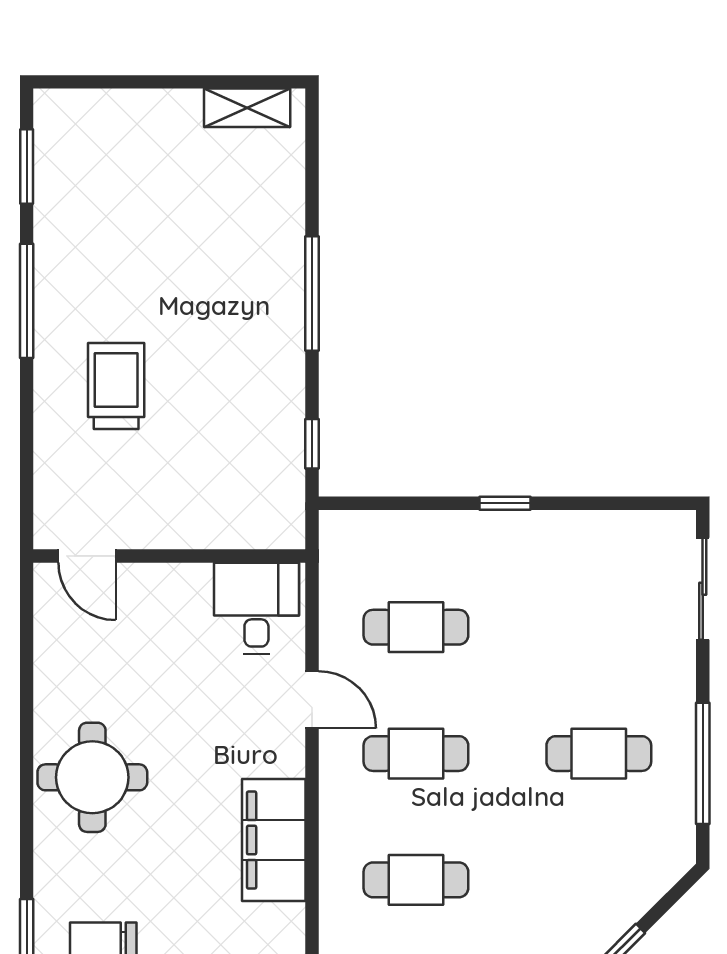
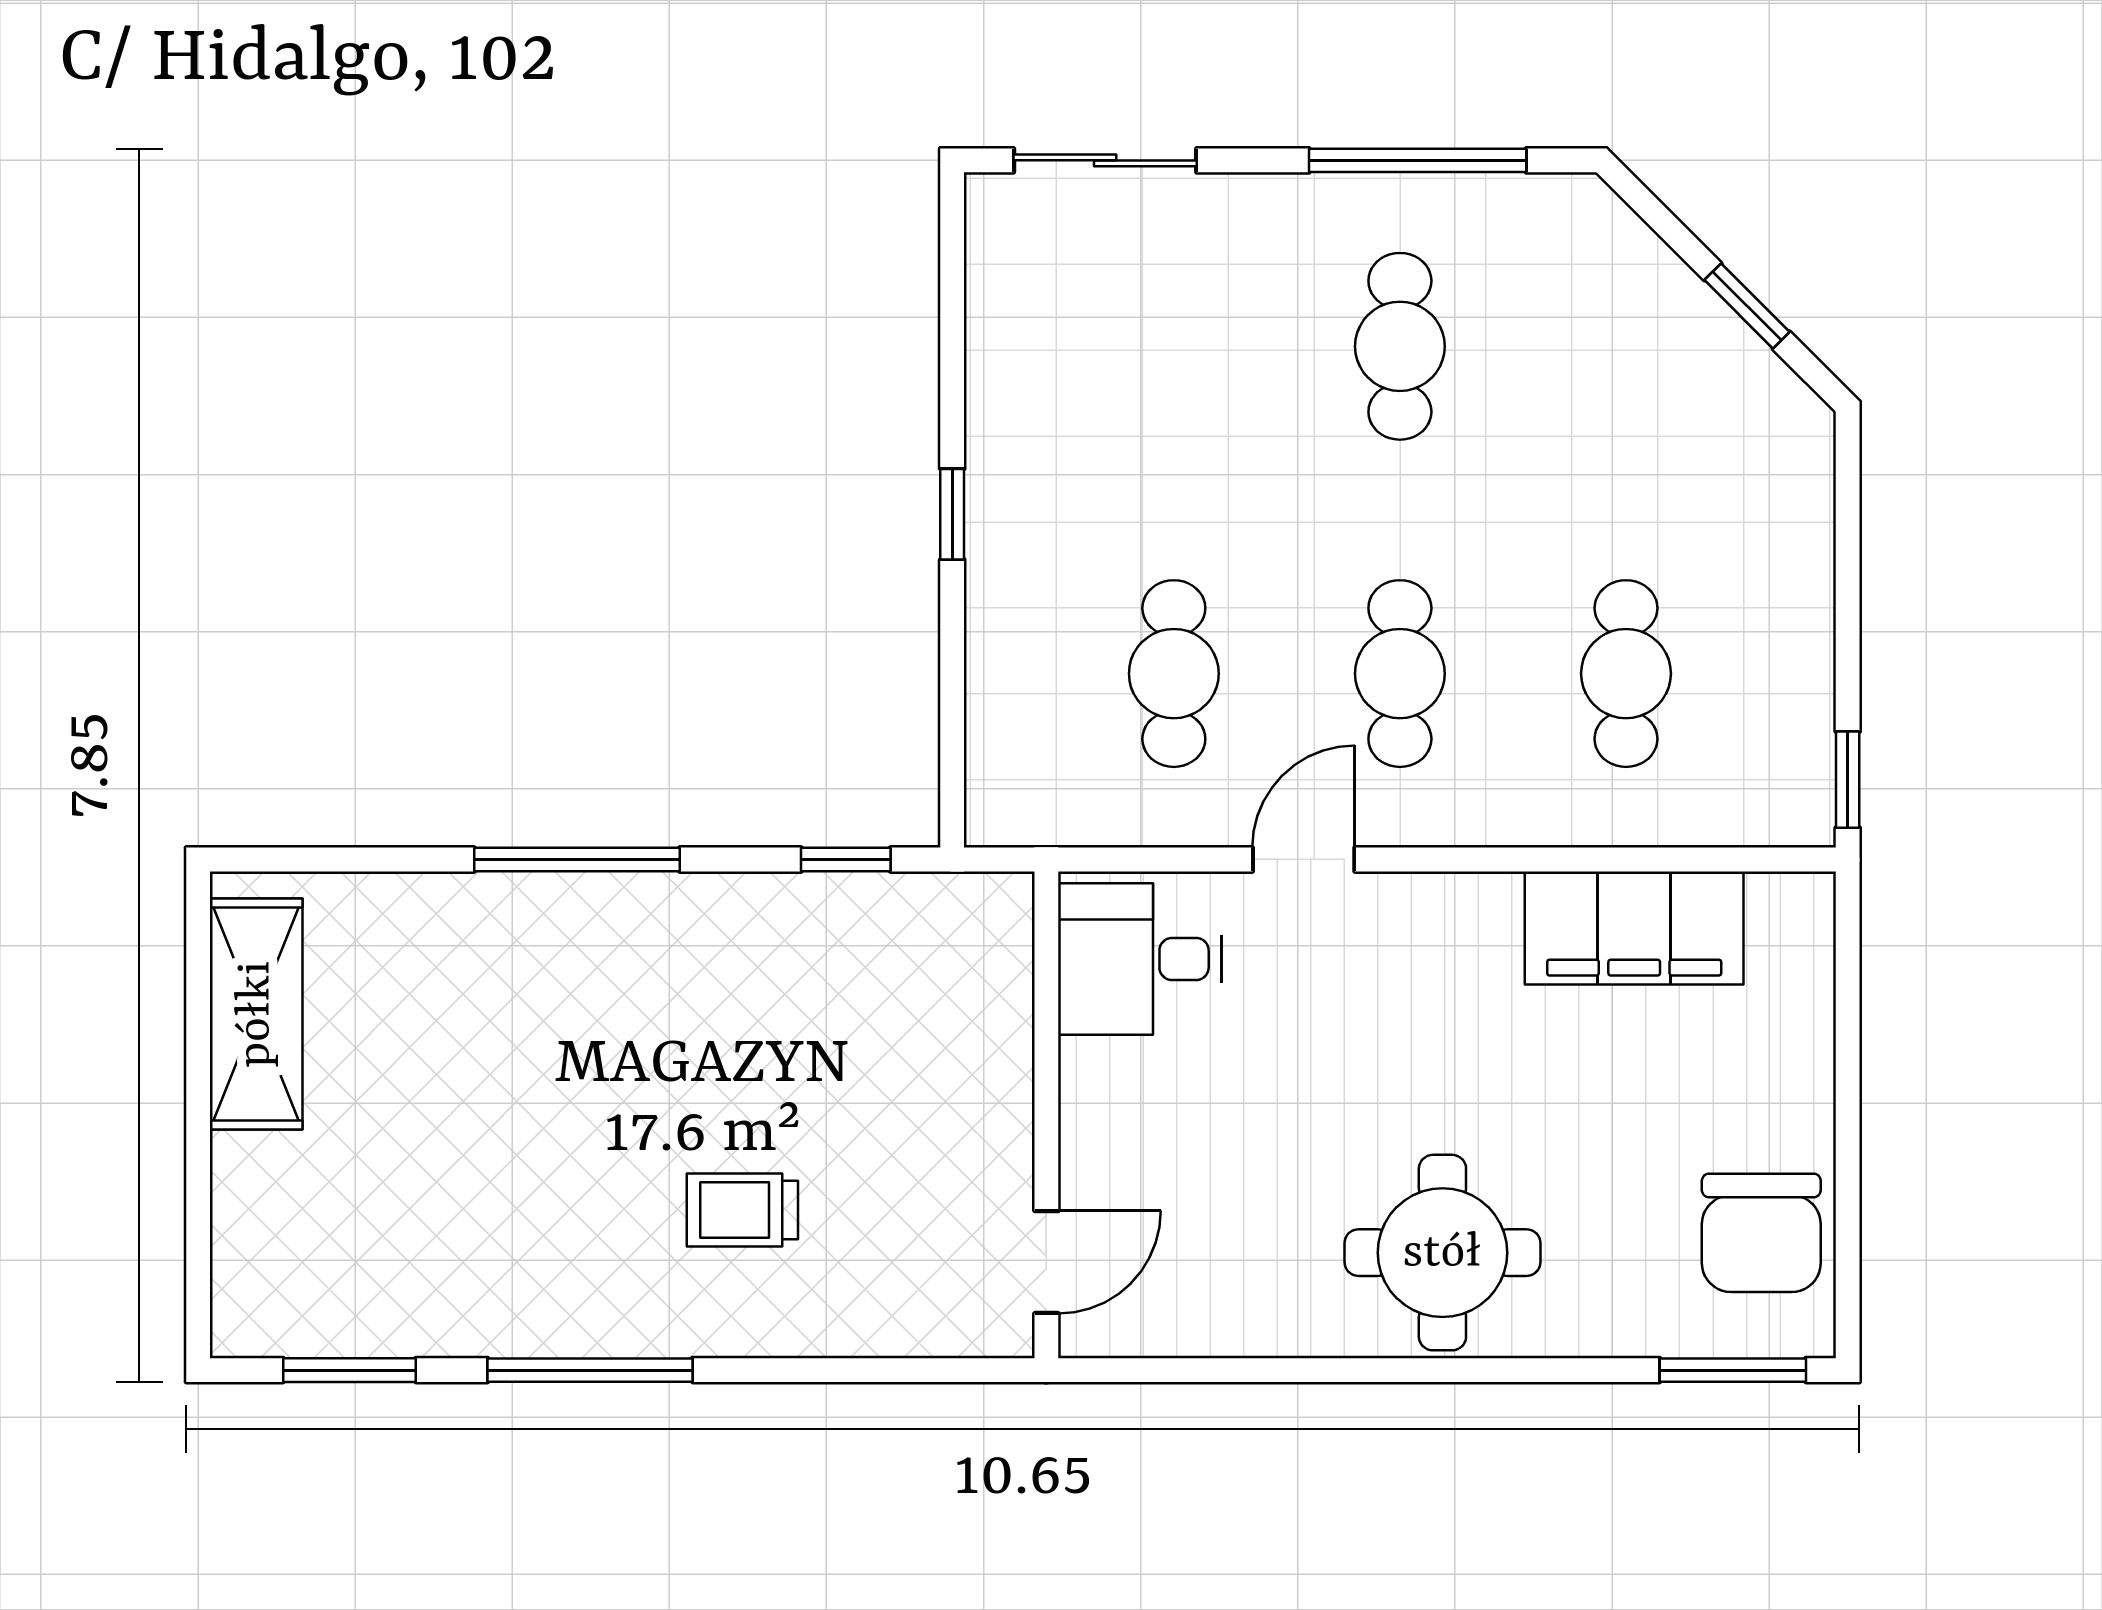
shelving: (247, 108) -> (256, 1014), width x1.50, depth x1.33
trolley: (116, 386) -> (742, 1210), width x0.73, depth x0.72
filing cabinet: (274, 840) -> (1634, 928), moved

